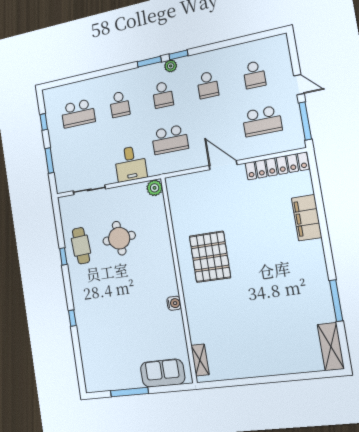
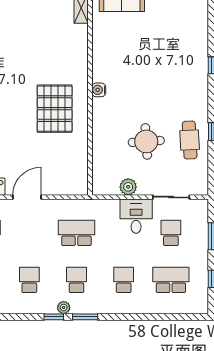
school desk: (84, 157) -> (171, 233), added
desk: (130, 164) -> (136, 216), moved
door: (223, 165) -> (27, 197), swing flipped
plant: (155, 188) -> (128, 187), moved
water cooler: (174, 303) -> (99, 90), moved

